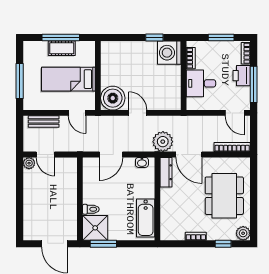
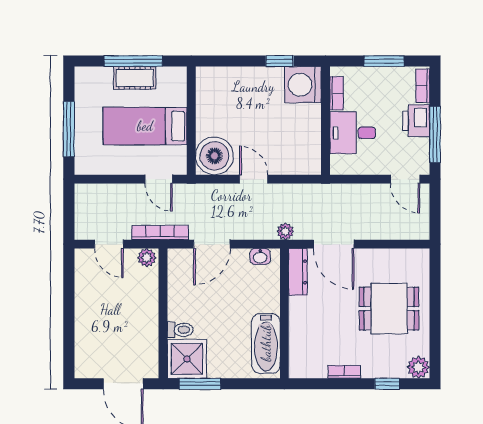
bench: (44, 122) -> (106, 193), removed
plant: (163, 142) -> (285, 231), width x0.53, depth x0.53
bookcase: (232, 147) -> (160, 233), moved
plant: (29, 163) -> (147, 258), moved
dining table: (224, 196) -> (389, 309), width x0.73

